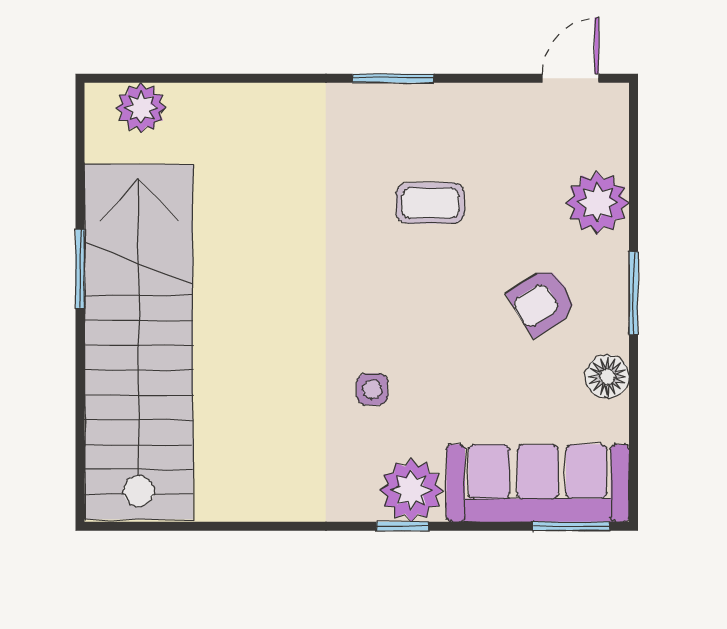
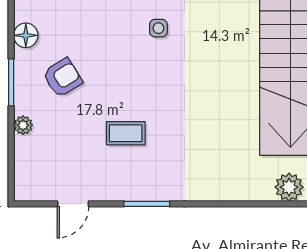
door: (570, 78) -> (73, 204), moved
plant: (597, 203) -> (23, 125), width x0.53, depth x0.53

